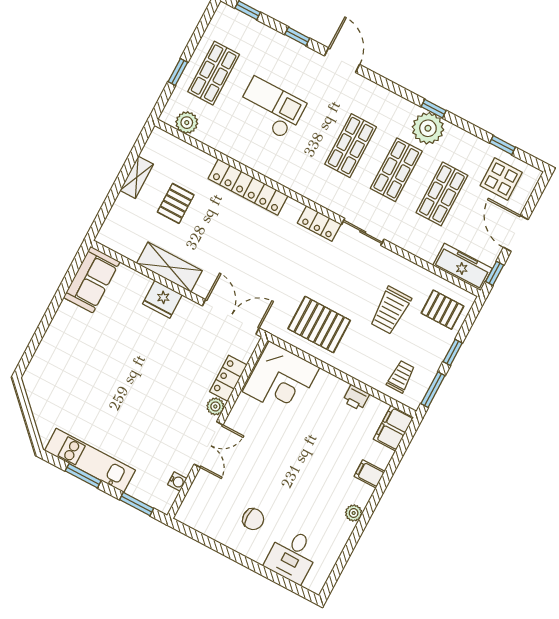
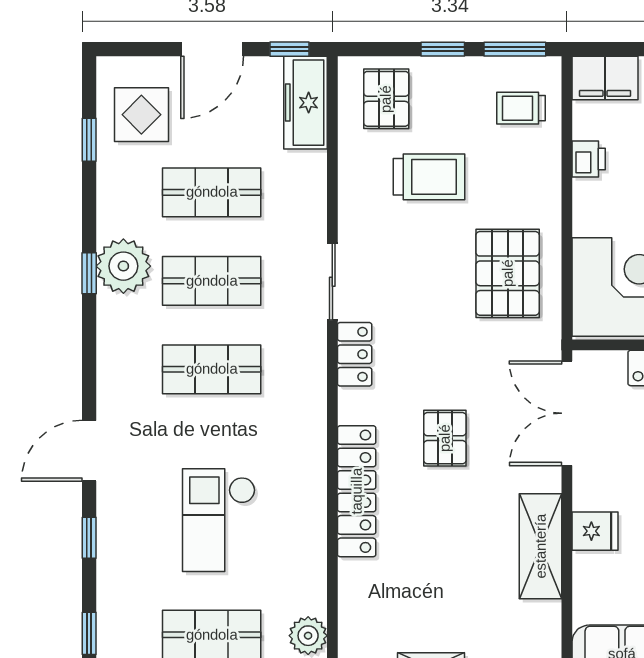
pallet: (176, 203) -> (445, 438), moved, turned 90
fridge: (162, 299) -> (595, 531), width x0.72

